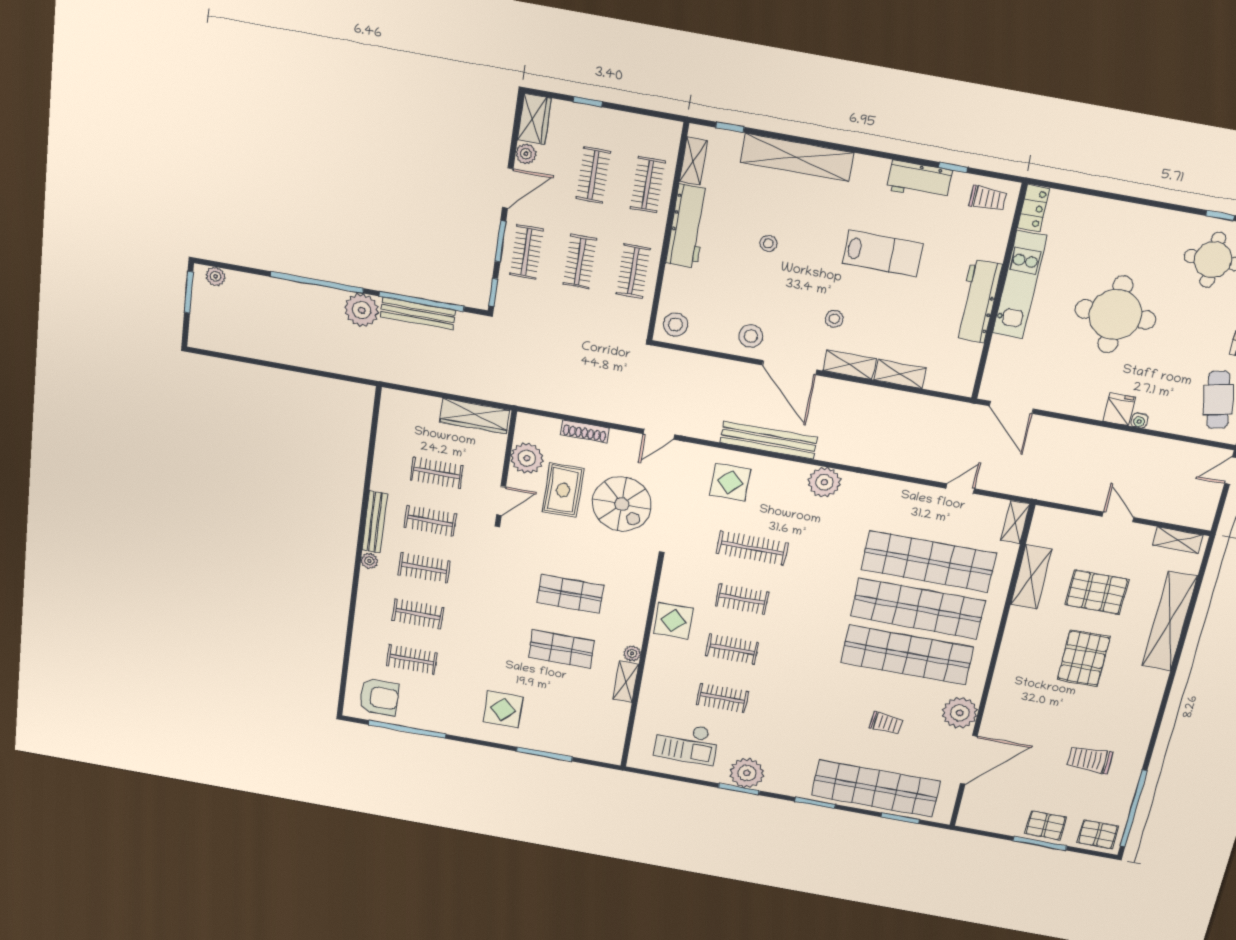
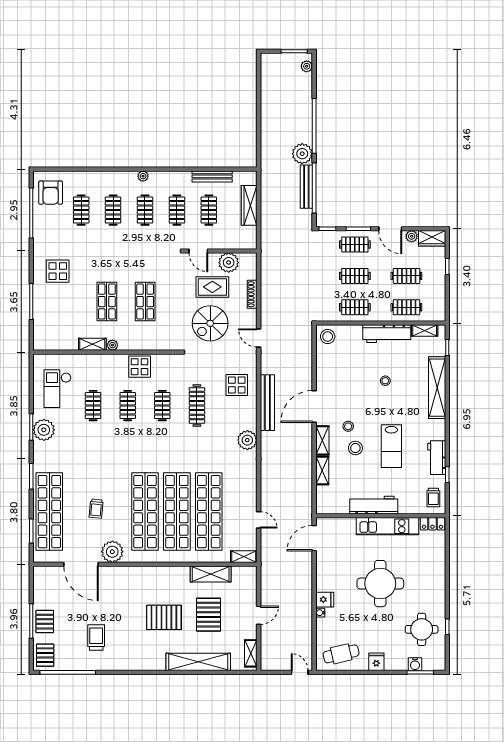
stool: (751, 336) -> (355, 448), moved
wardrobe: (474, 416) -> (249, 205), moved
bench: (375, 522) -> (212, 176), moved

